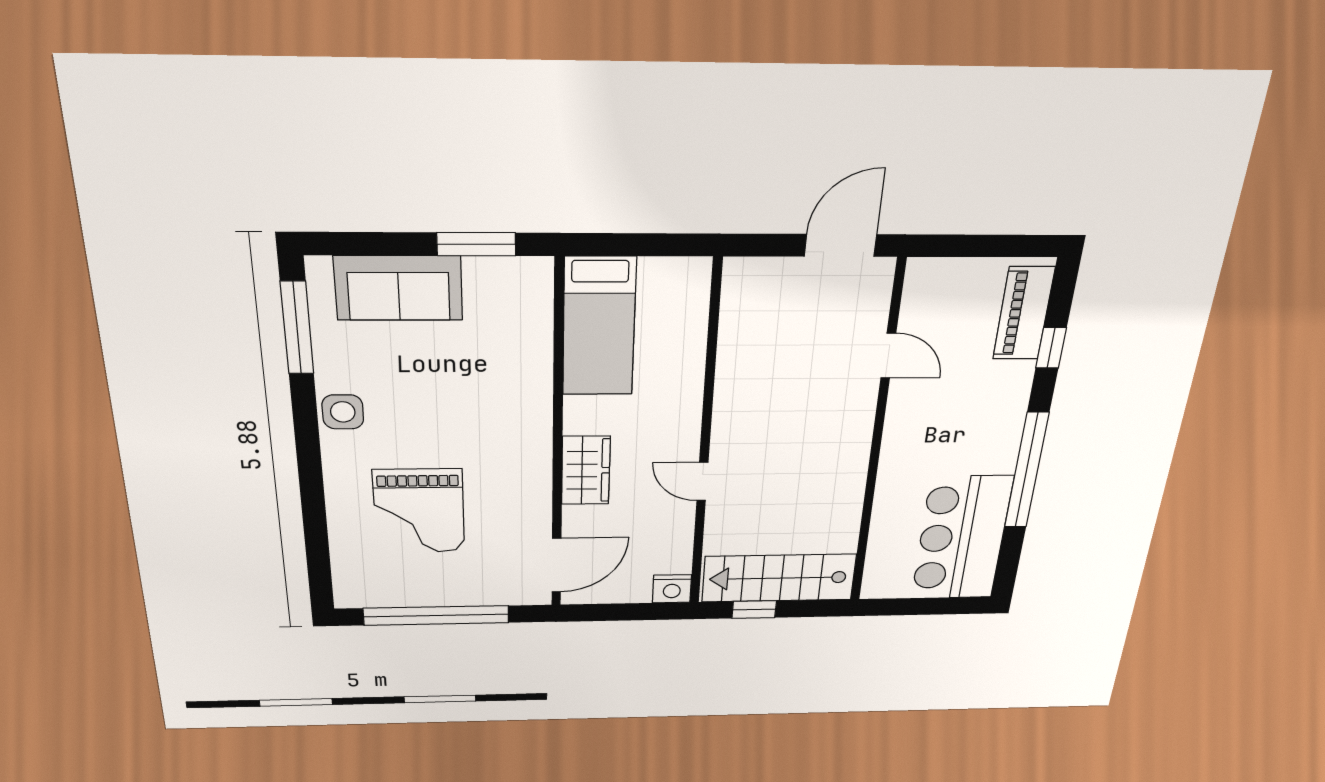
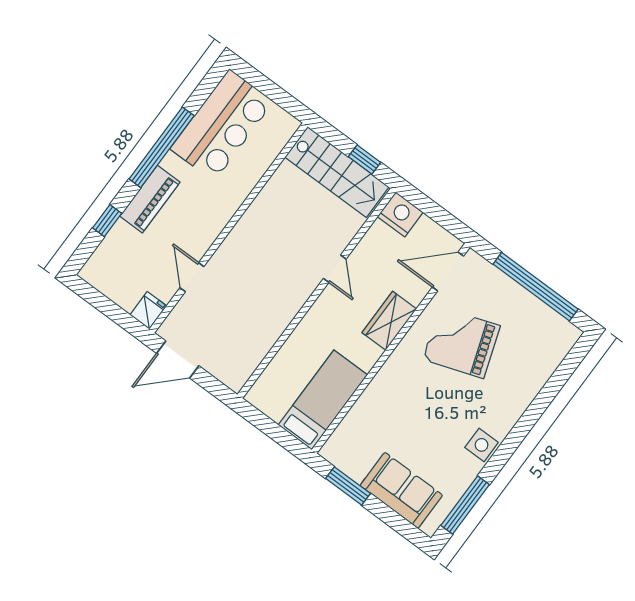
fridge: (924, 279) -> (148, 310), added
piano: (1024, 313) -> (150, 199), moved
grand piano: (419, 511) -> (461, 343), moved, turned -109
nightstand: (672, 589) -> (400, 214), width x1.36, depth x1.33

